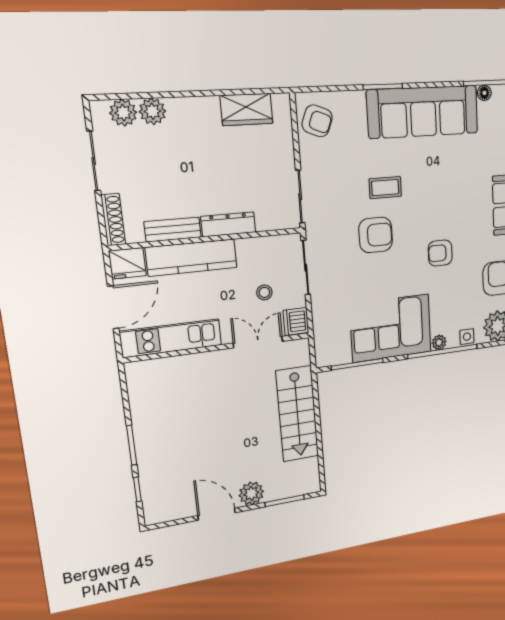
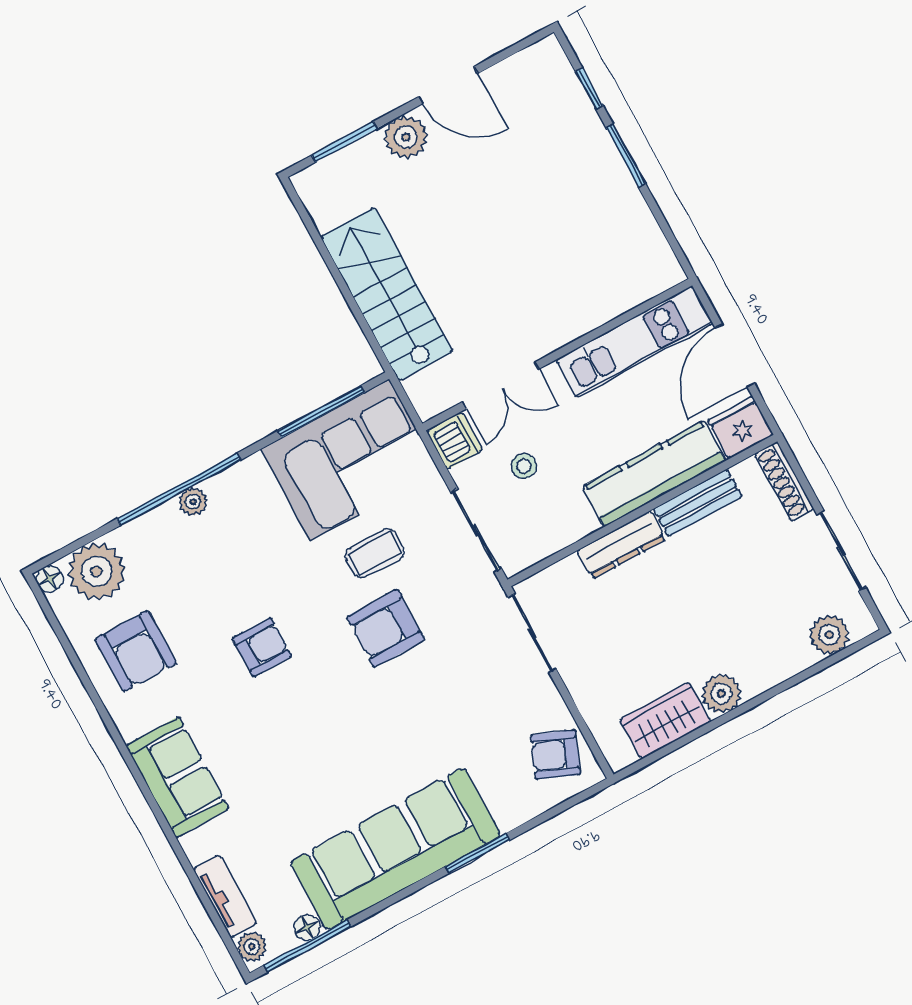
plant: (152, 111) -> (721, 694), moved
coffee table: (385, 188) -> (375, 553), moved
corner sofa: (391, 328) -> (350, 460), moved
side table: (467, 337) -> (146, 531), removed

